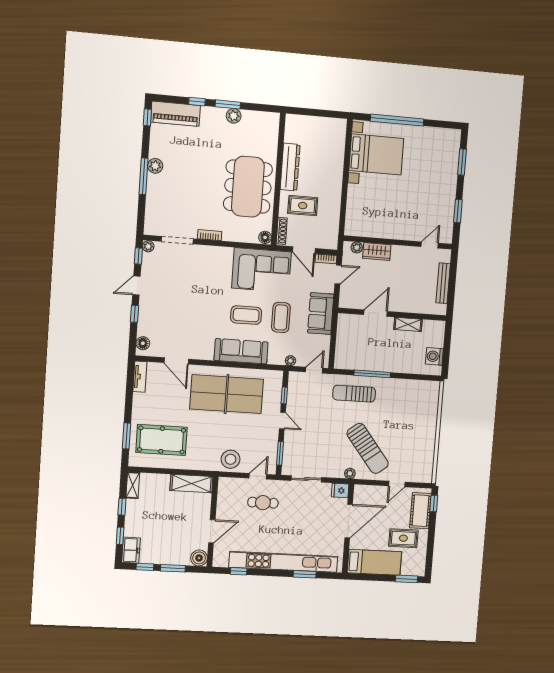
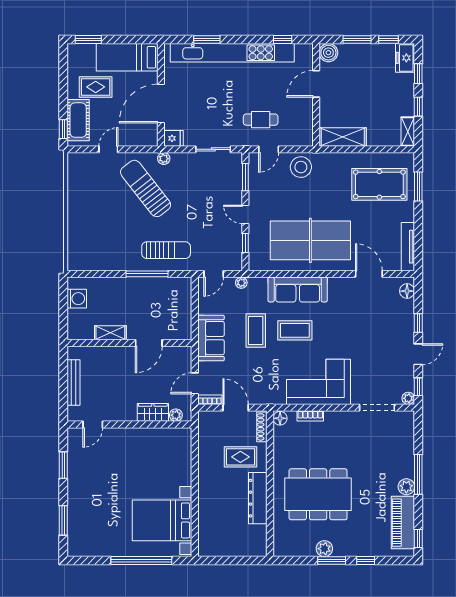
piano: (176, 114) -> (403, 523), moved, turned -90
dining table: (248, 187) -> (318, 494), moved, turned 90
bookcase: (210, 235) -> (310, 416), moved
corner sofa: (261, 270) -> (319, 382), moved
tv unit: (140, 377) -> (408, 247), width x1.41

